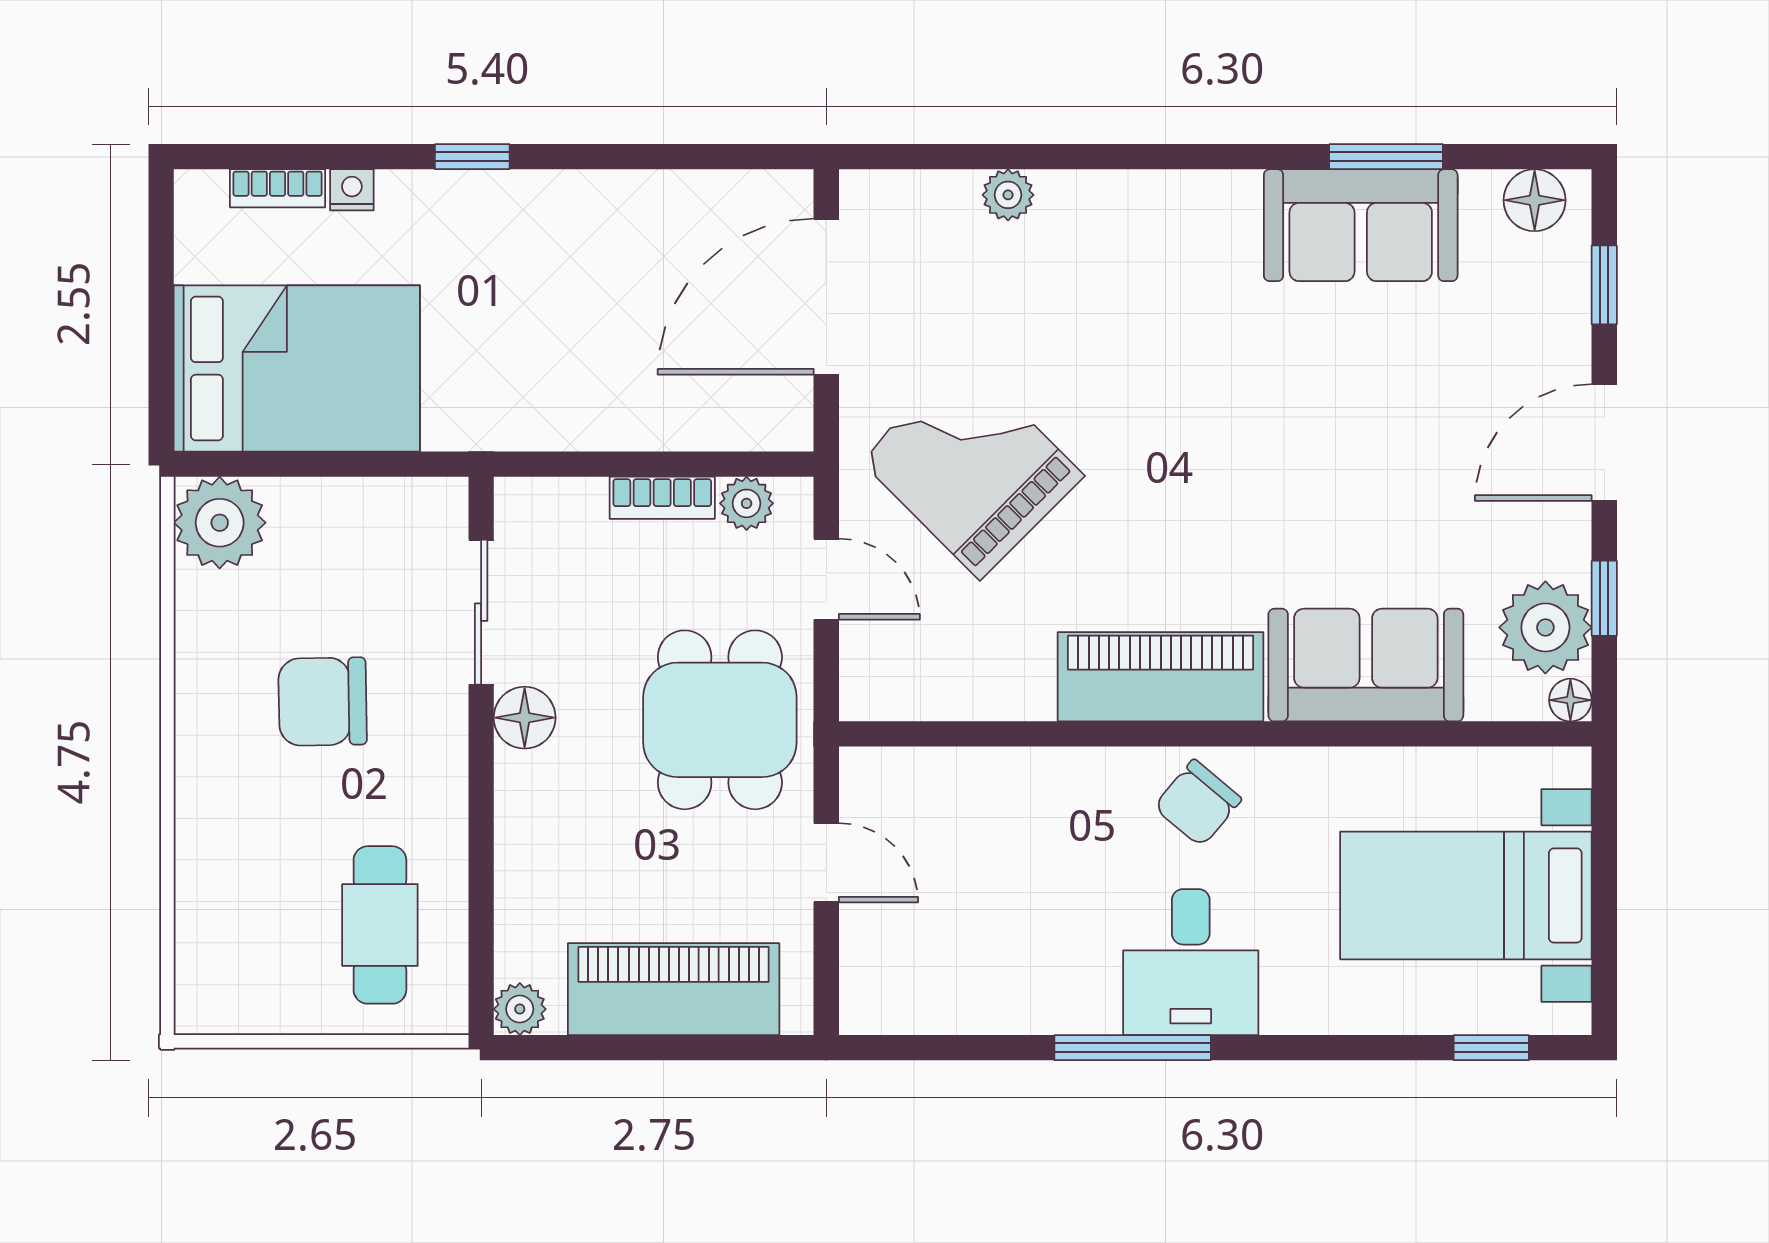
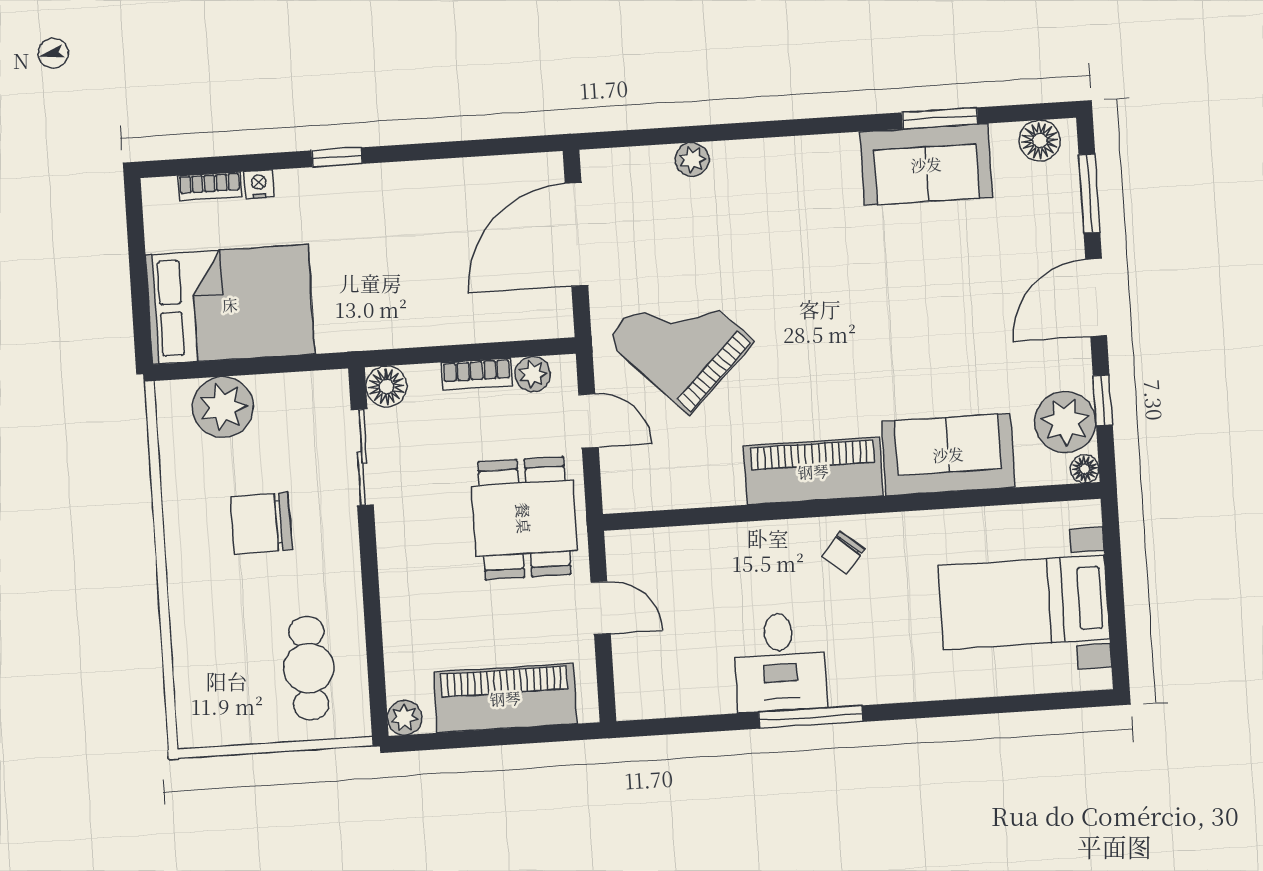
window: (1604, 285) -> (1089, 194), width x1.50
plant: (220, 523) -> (223, 407), moved
floor lamp: (525, 718) -> (386, 387), moved
chair: (1198, 803) -> (843, 553), width x0.73, depth x0.73
desk: (1191, 962) -> (780, 662), moved
window: (1491, 1048) -> (1047, 702), removed

